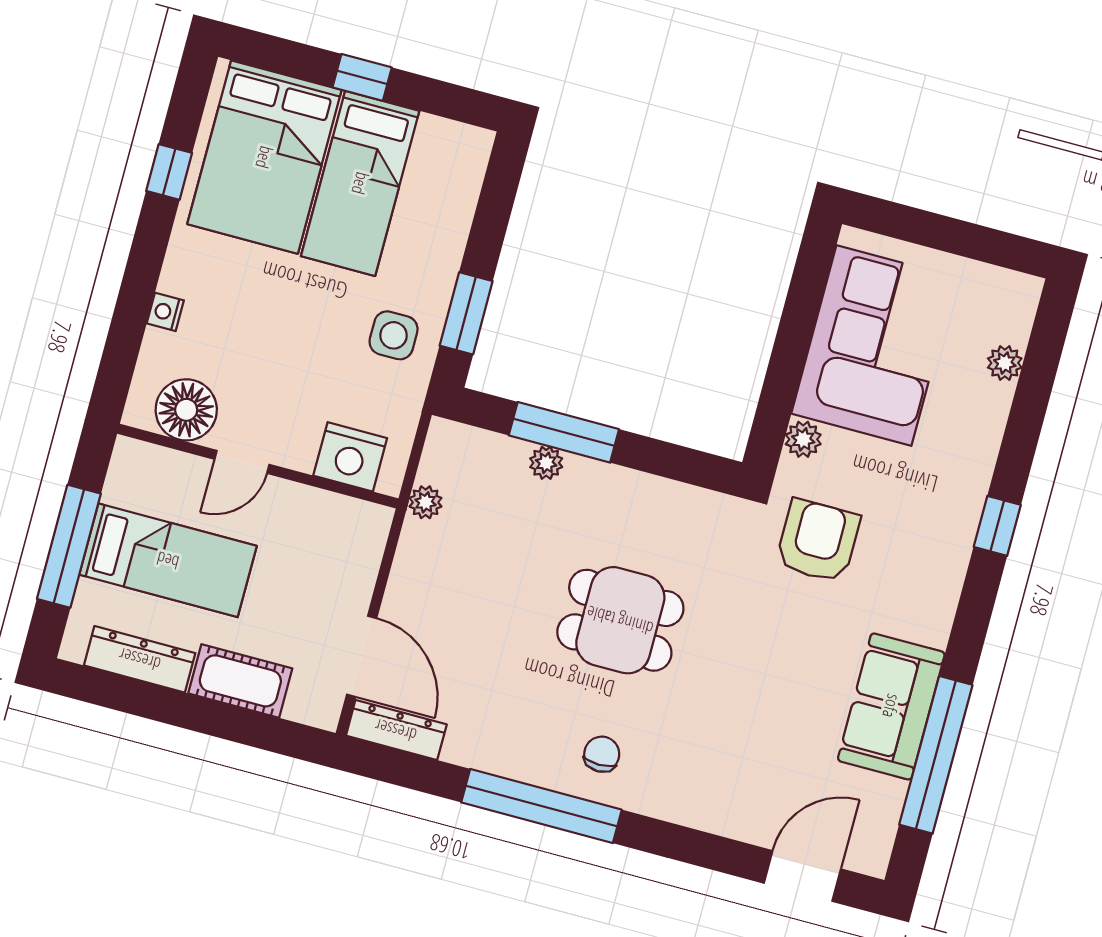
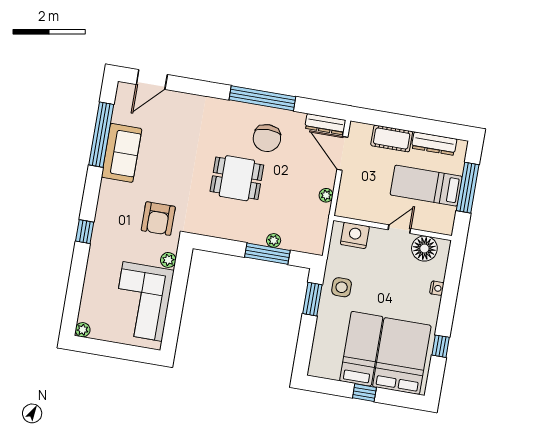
plant: (1005, 363) -> (83, 330), moved
plant: (426, 502) -> (326, 195), moved
chair: (602, 754) -> (267, 138), moved, width x1.87, depth x1.87

